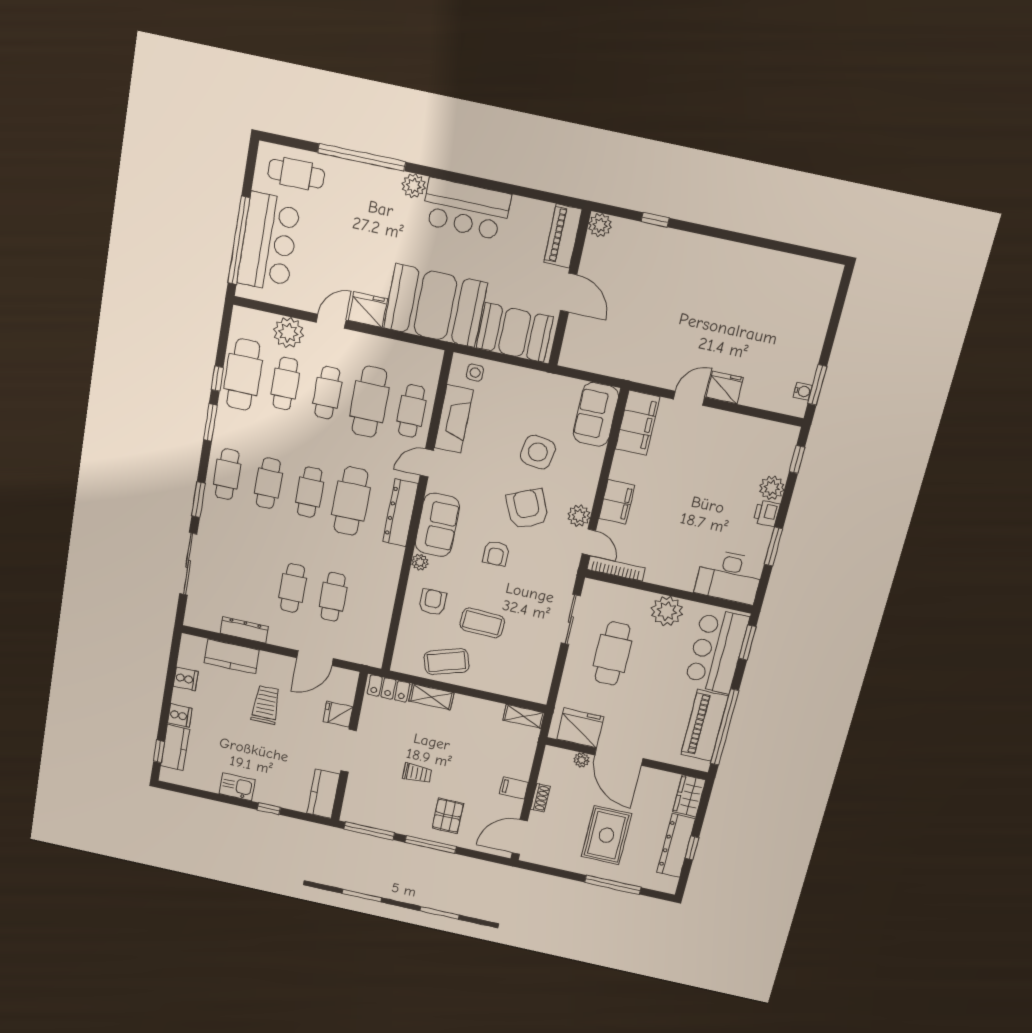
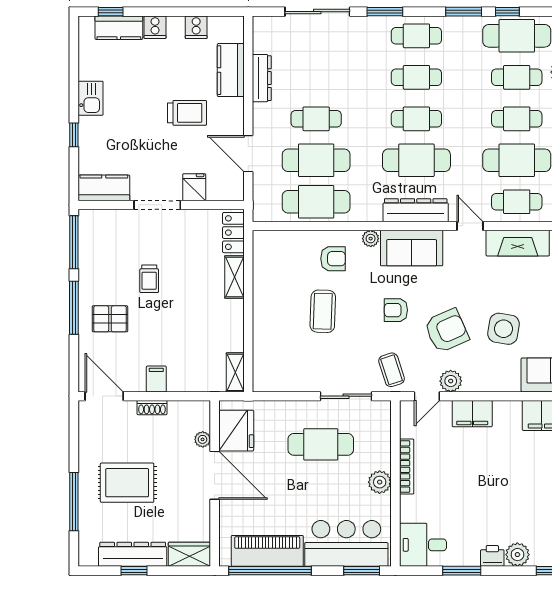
bookcase: (616, 569) -> (407, 467), moved
desk: (729, 577) -> (423, 545), width x0.73
cafe table: (333, 597) -> (316, 160), width x1.37, depth x1.35
cafe table: (374, 606) -> (316, 202), added
plant: (667, 611) -> (380, 482), width x0.73, depth x0.73
coffee table: (447, 662) -> (392, 370), moved, width x0.73, depth x0.77
door: (619, 757) -> (215, 475), swing flipped

